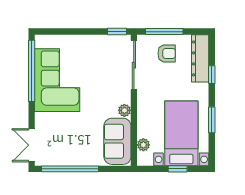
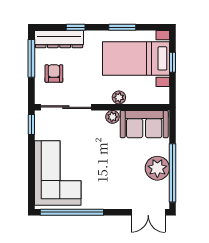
window: (164, 32) -> (31, 58), moved
corner sofa: (57, 80) -> (58, 173), moved, turned 90
plant: (143, 145) -> (119, 97), moved
plant: (74, 154) -> (157, 168), added

